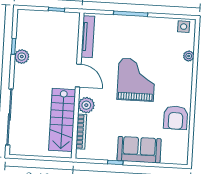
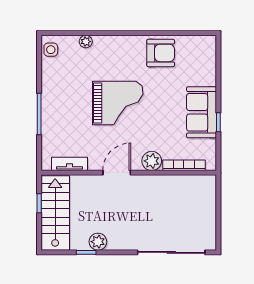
tv unit: (88, 37) -> (70, 164), width x0.71
grand piano: (136, 80) -> (118, 103), turned 180
stairs: (62, 120) -> (55, 213), moved, turned -90
sofa: (139, 150) -> (202, 112), moved

